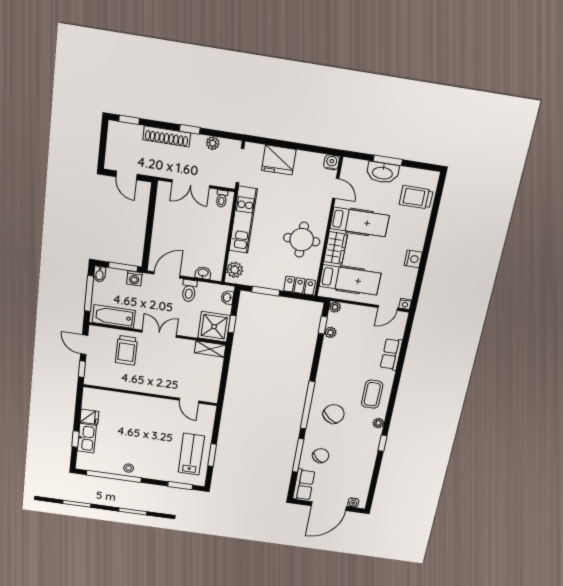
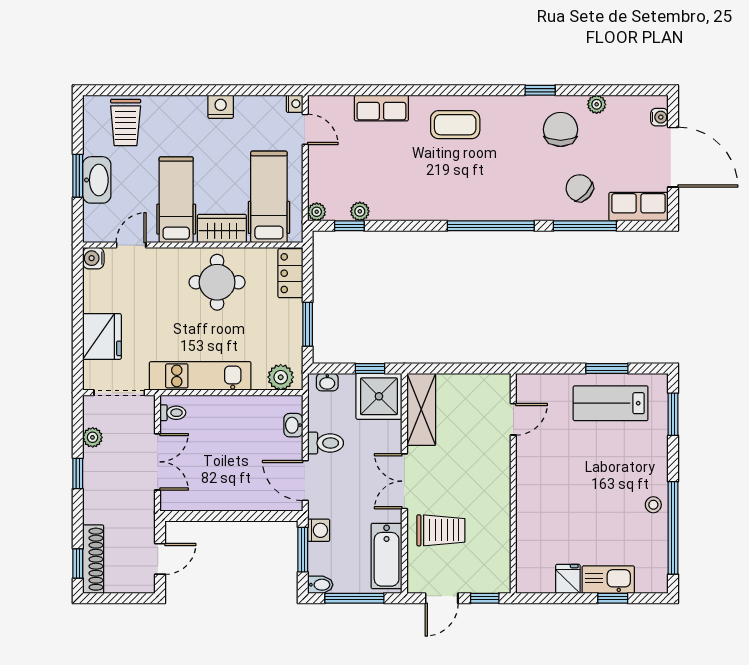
shoe rack: (167, 136) -> (93, 559), moved
shelving: (210, 349) -> (421, 409), width x1.50, depth x1.33
chair: (334, 414) -> (561, 129), moved, turned 51
plant: (378, 423) -> (597, 104), moved

